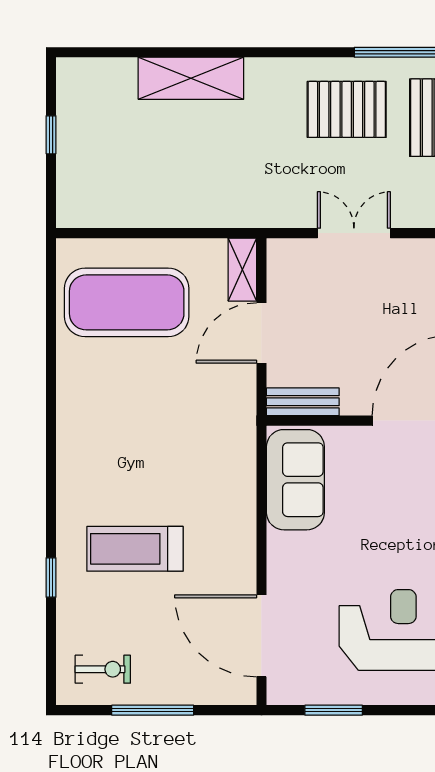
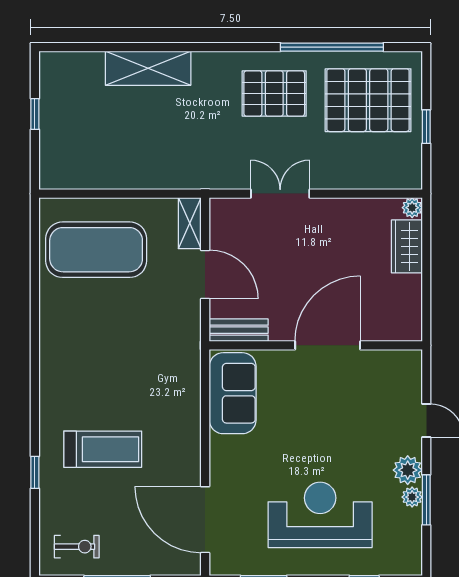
door: (261, 333) -> (205, 274), swing flipped
treadmill: (135, 549) -> (103, 449), turned 180

